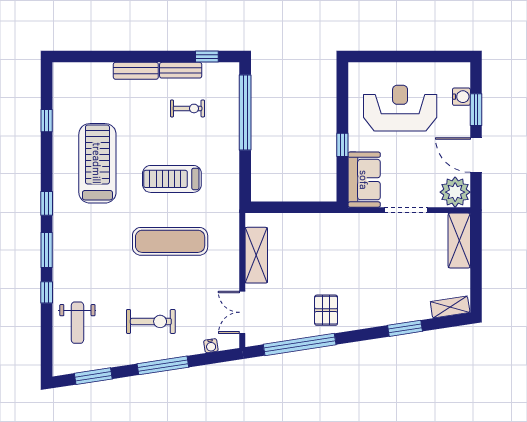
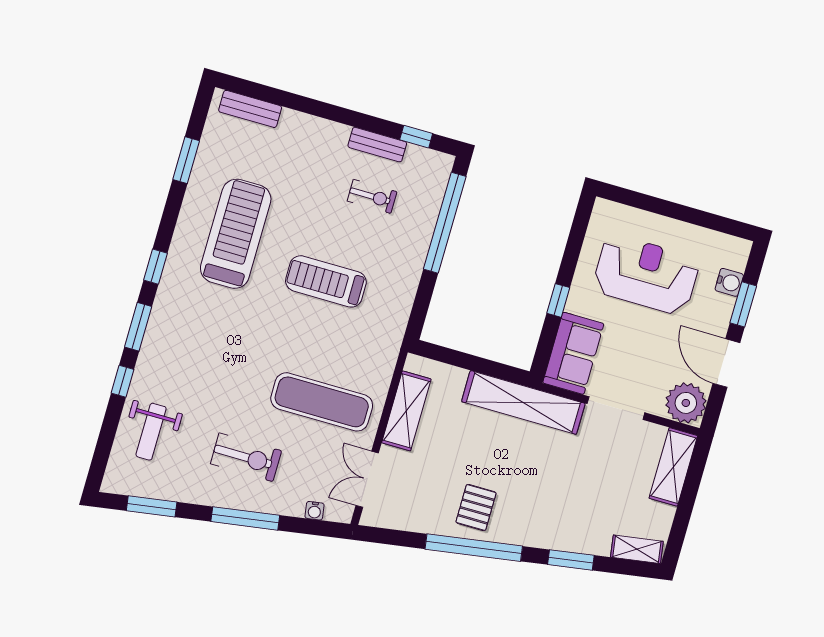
bench: (136, 71) -> (250, 109), moved
window: (47, 121) -> (186, 160), width x1.50
shelving: (338, 225) -> (523, 402), added
exercise mat: (170, 241) -> (322, 402), moved
window: (300, 344) -> (474, 548), moved

